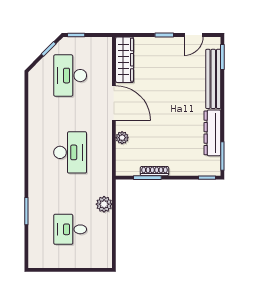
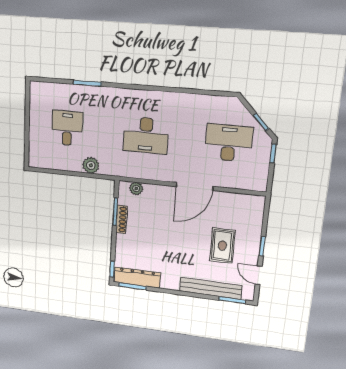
wardrobe: (125, 60) -> (240, 202), removed
rug: (168, 72) -> (222, 246), added
dresser: (212, 133) -> (137, 277), moved
plant: (122, 138) -> (136, 189), moved

